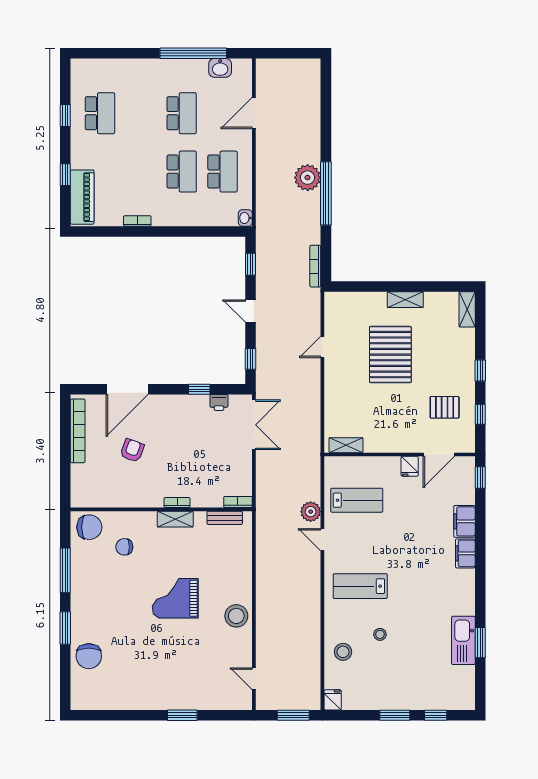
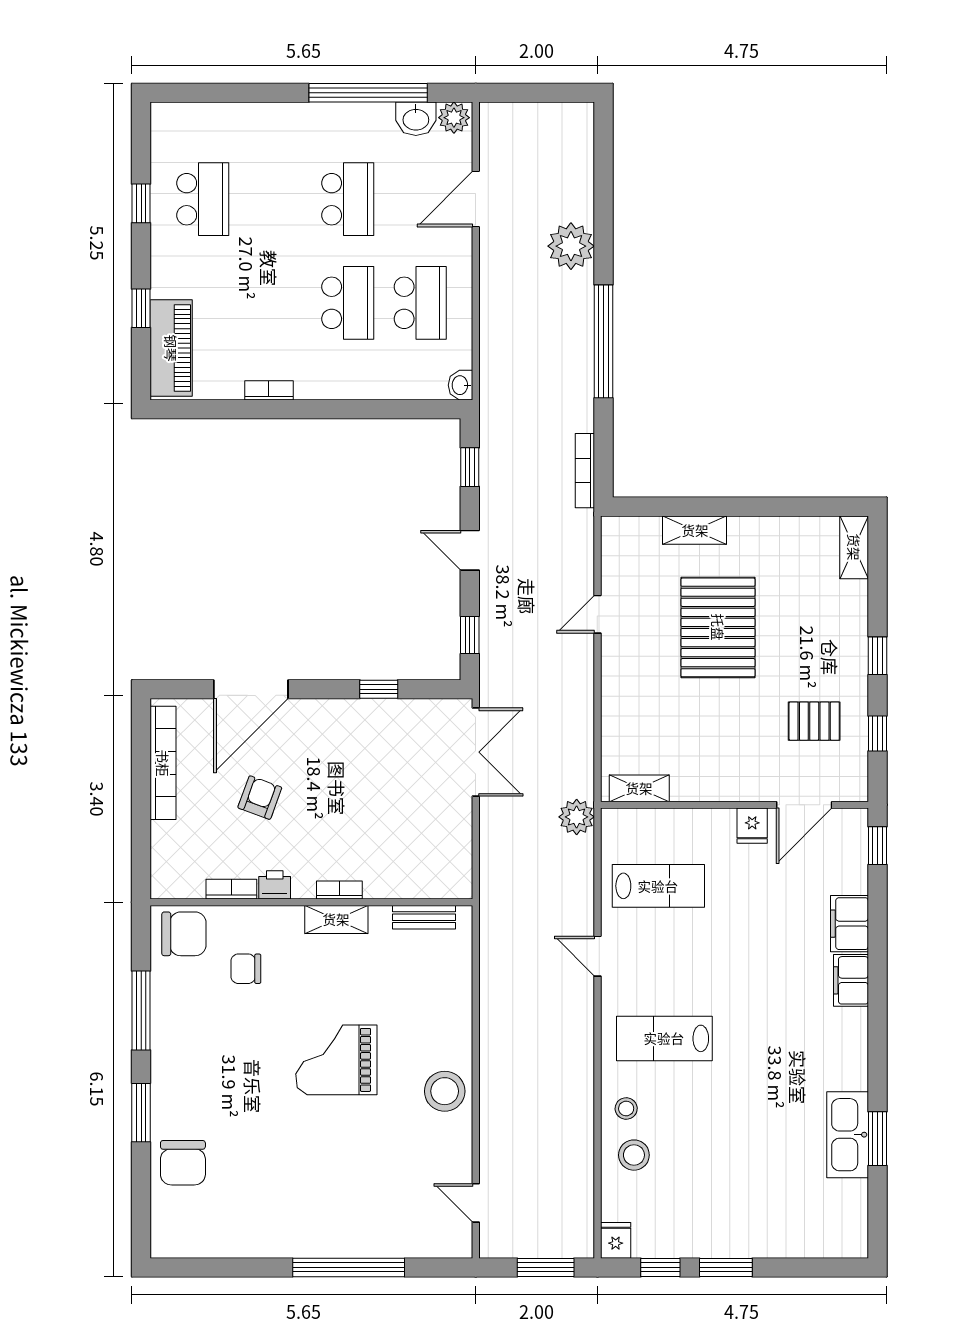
plant: (242, 67) -> (454, 118), added
plant: (308, 178) -> (571, 246), moved
shelving: (405, 300) -> (695, 530), moved
printer: (219, 403) -> (275, 885), moved, turned 180
bookcase: (238, 502) -> (231, 889), moved
plant: (311, 512) -> (577, 817), moved
stool: (380, 634) -> (626, 1109), moved
window: (182, 715) -> (349, 1267), width x2.11
window: (436, 715) -> (660, 1267), moved

